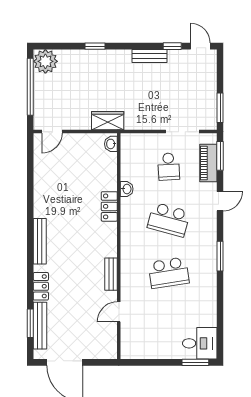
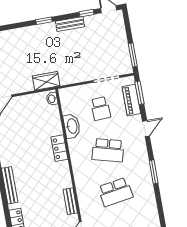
window: (95, 46) -> (44, 21), moved
washbasin: (127, 189) -> (72, 126), width x1.91, depth x1.45

